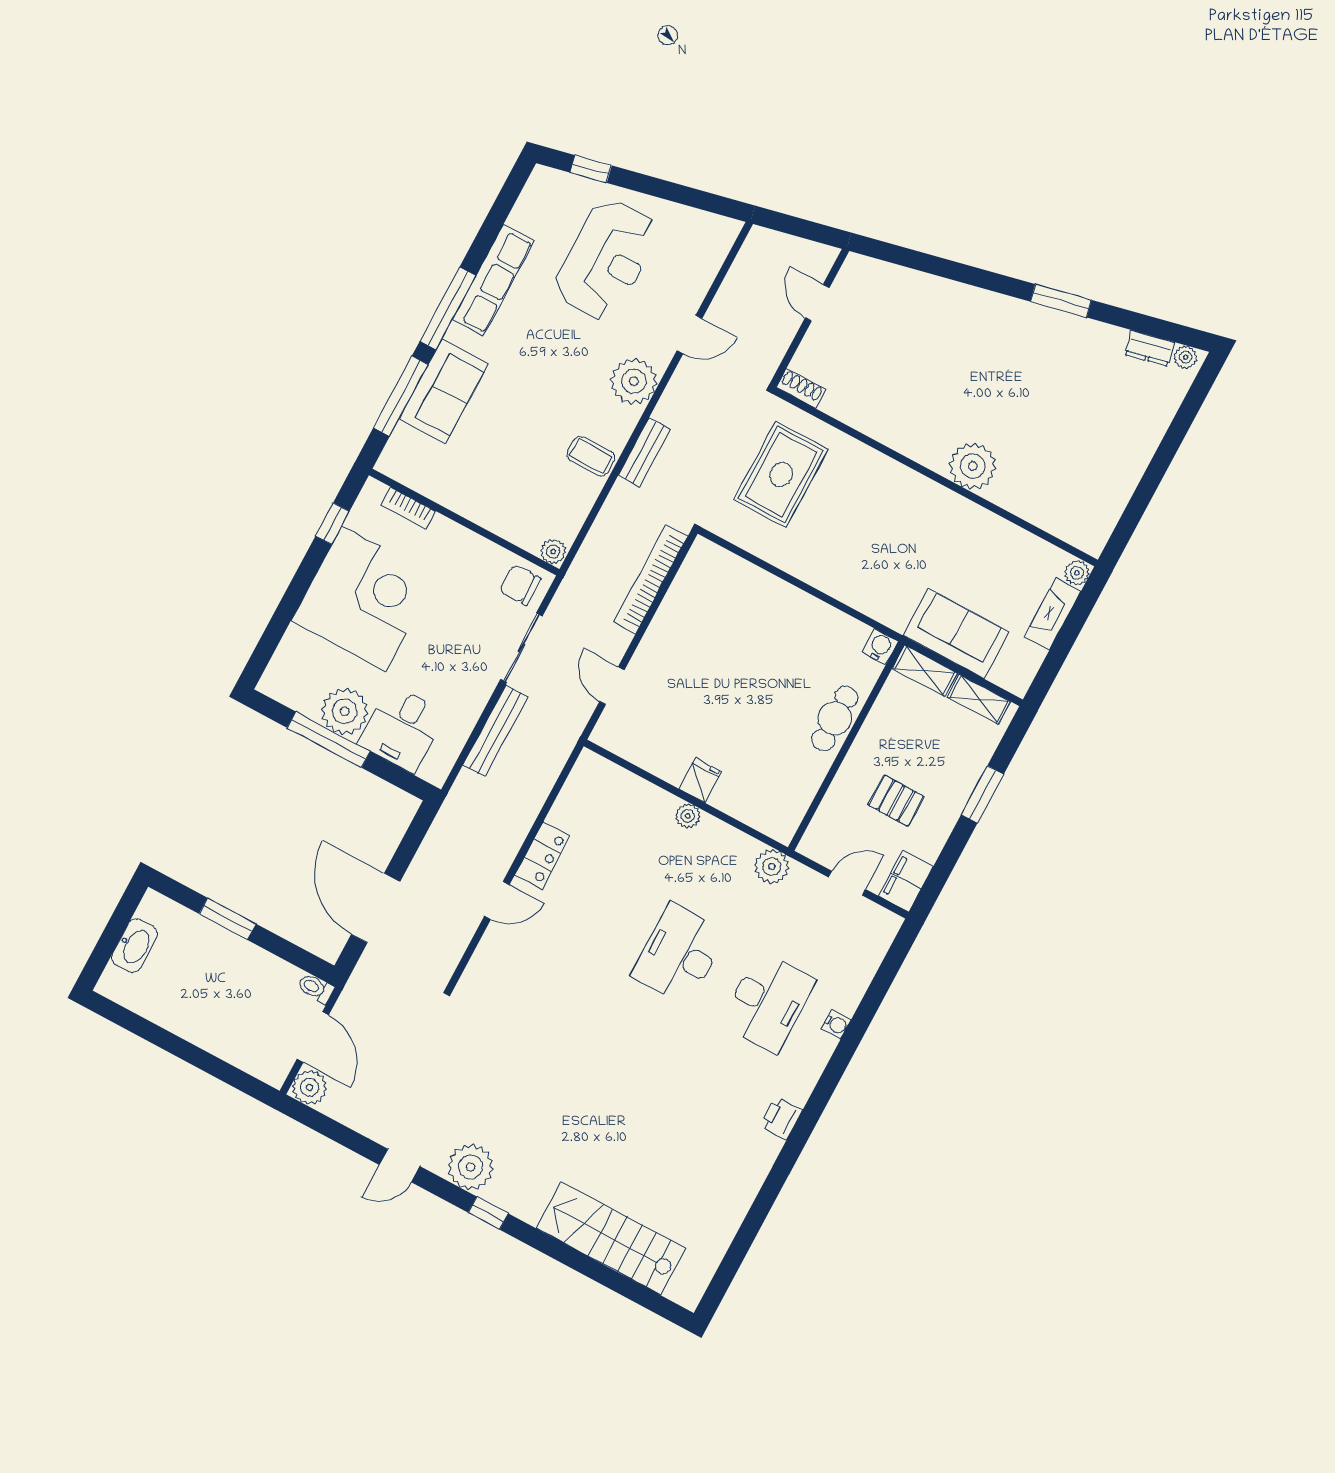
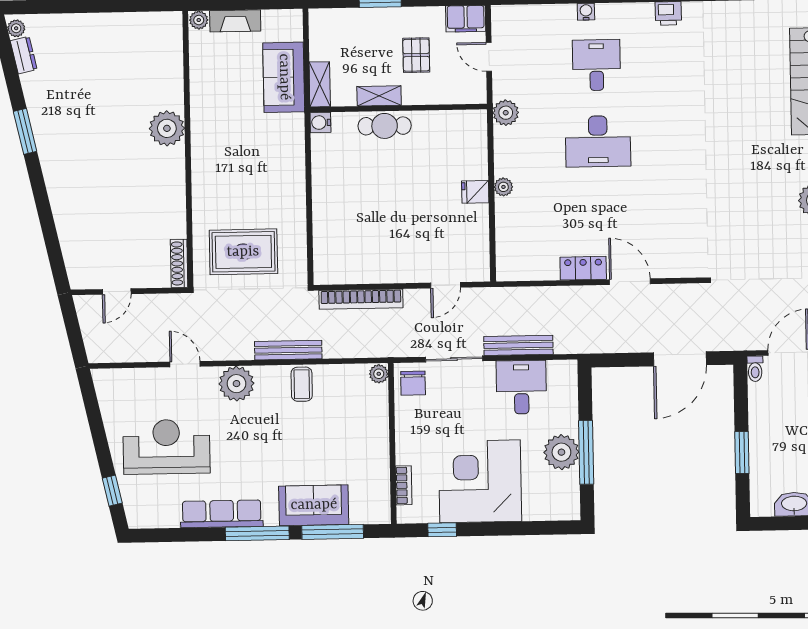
shoe rack: (801, 388) -> (179, 263), width x1.43
bench: (645, 452) -> (288, 350), width x1.36
shelving: (979, 699) -> (379, 96), moved, turned 90
desk: (402, 729) -> (521, 387), moved, turned -90
door: (497, 900) -> (630, 282), width x1.38
desk: (768, 1002) -> (596, 65), width x0.73

